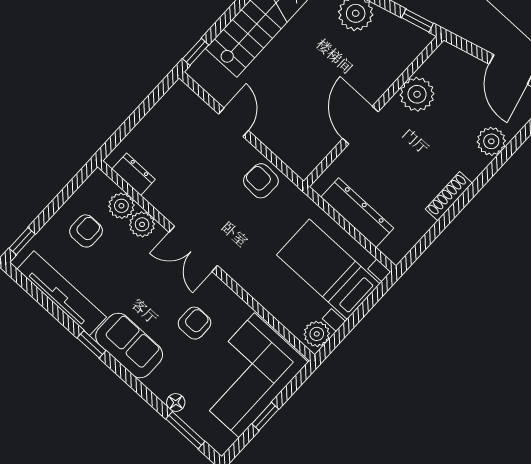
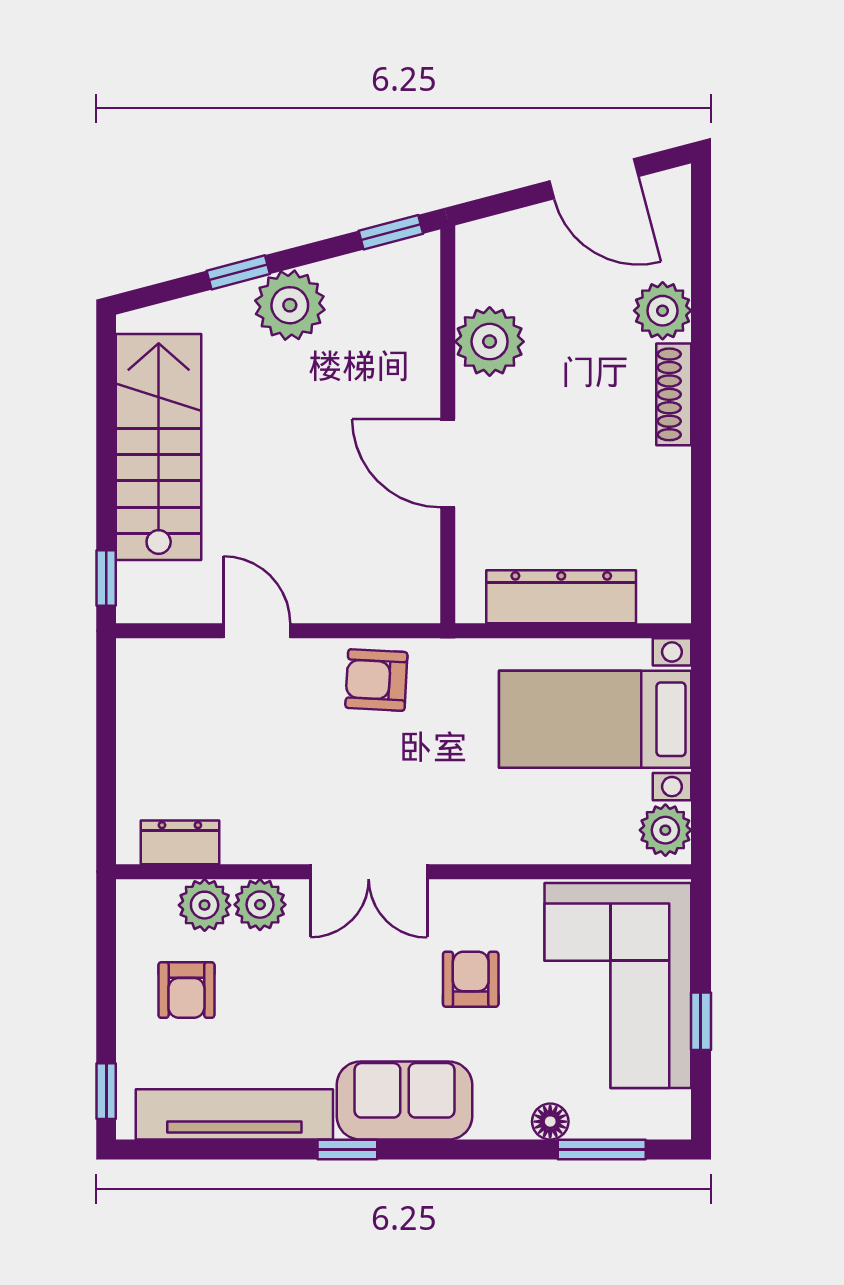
shoe rack: (449, 196) -> (674, 394), moved
armchair: (86, 231) -> (186, 990), turned 180

